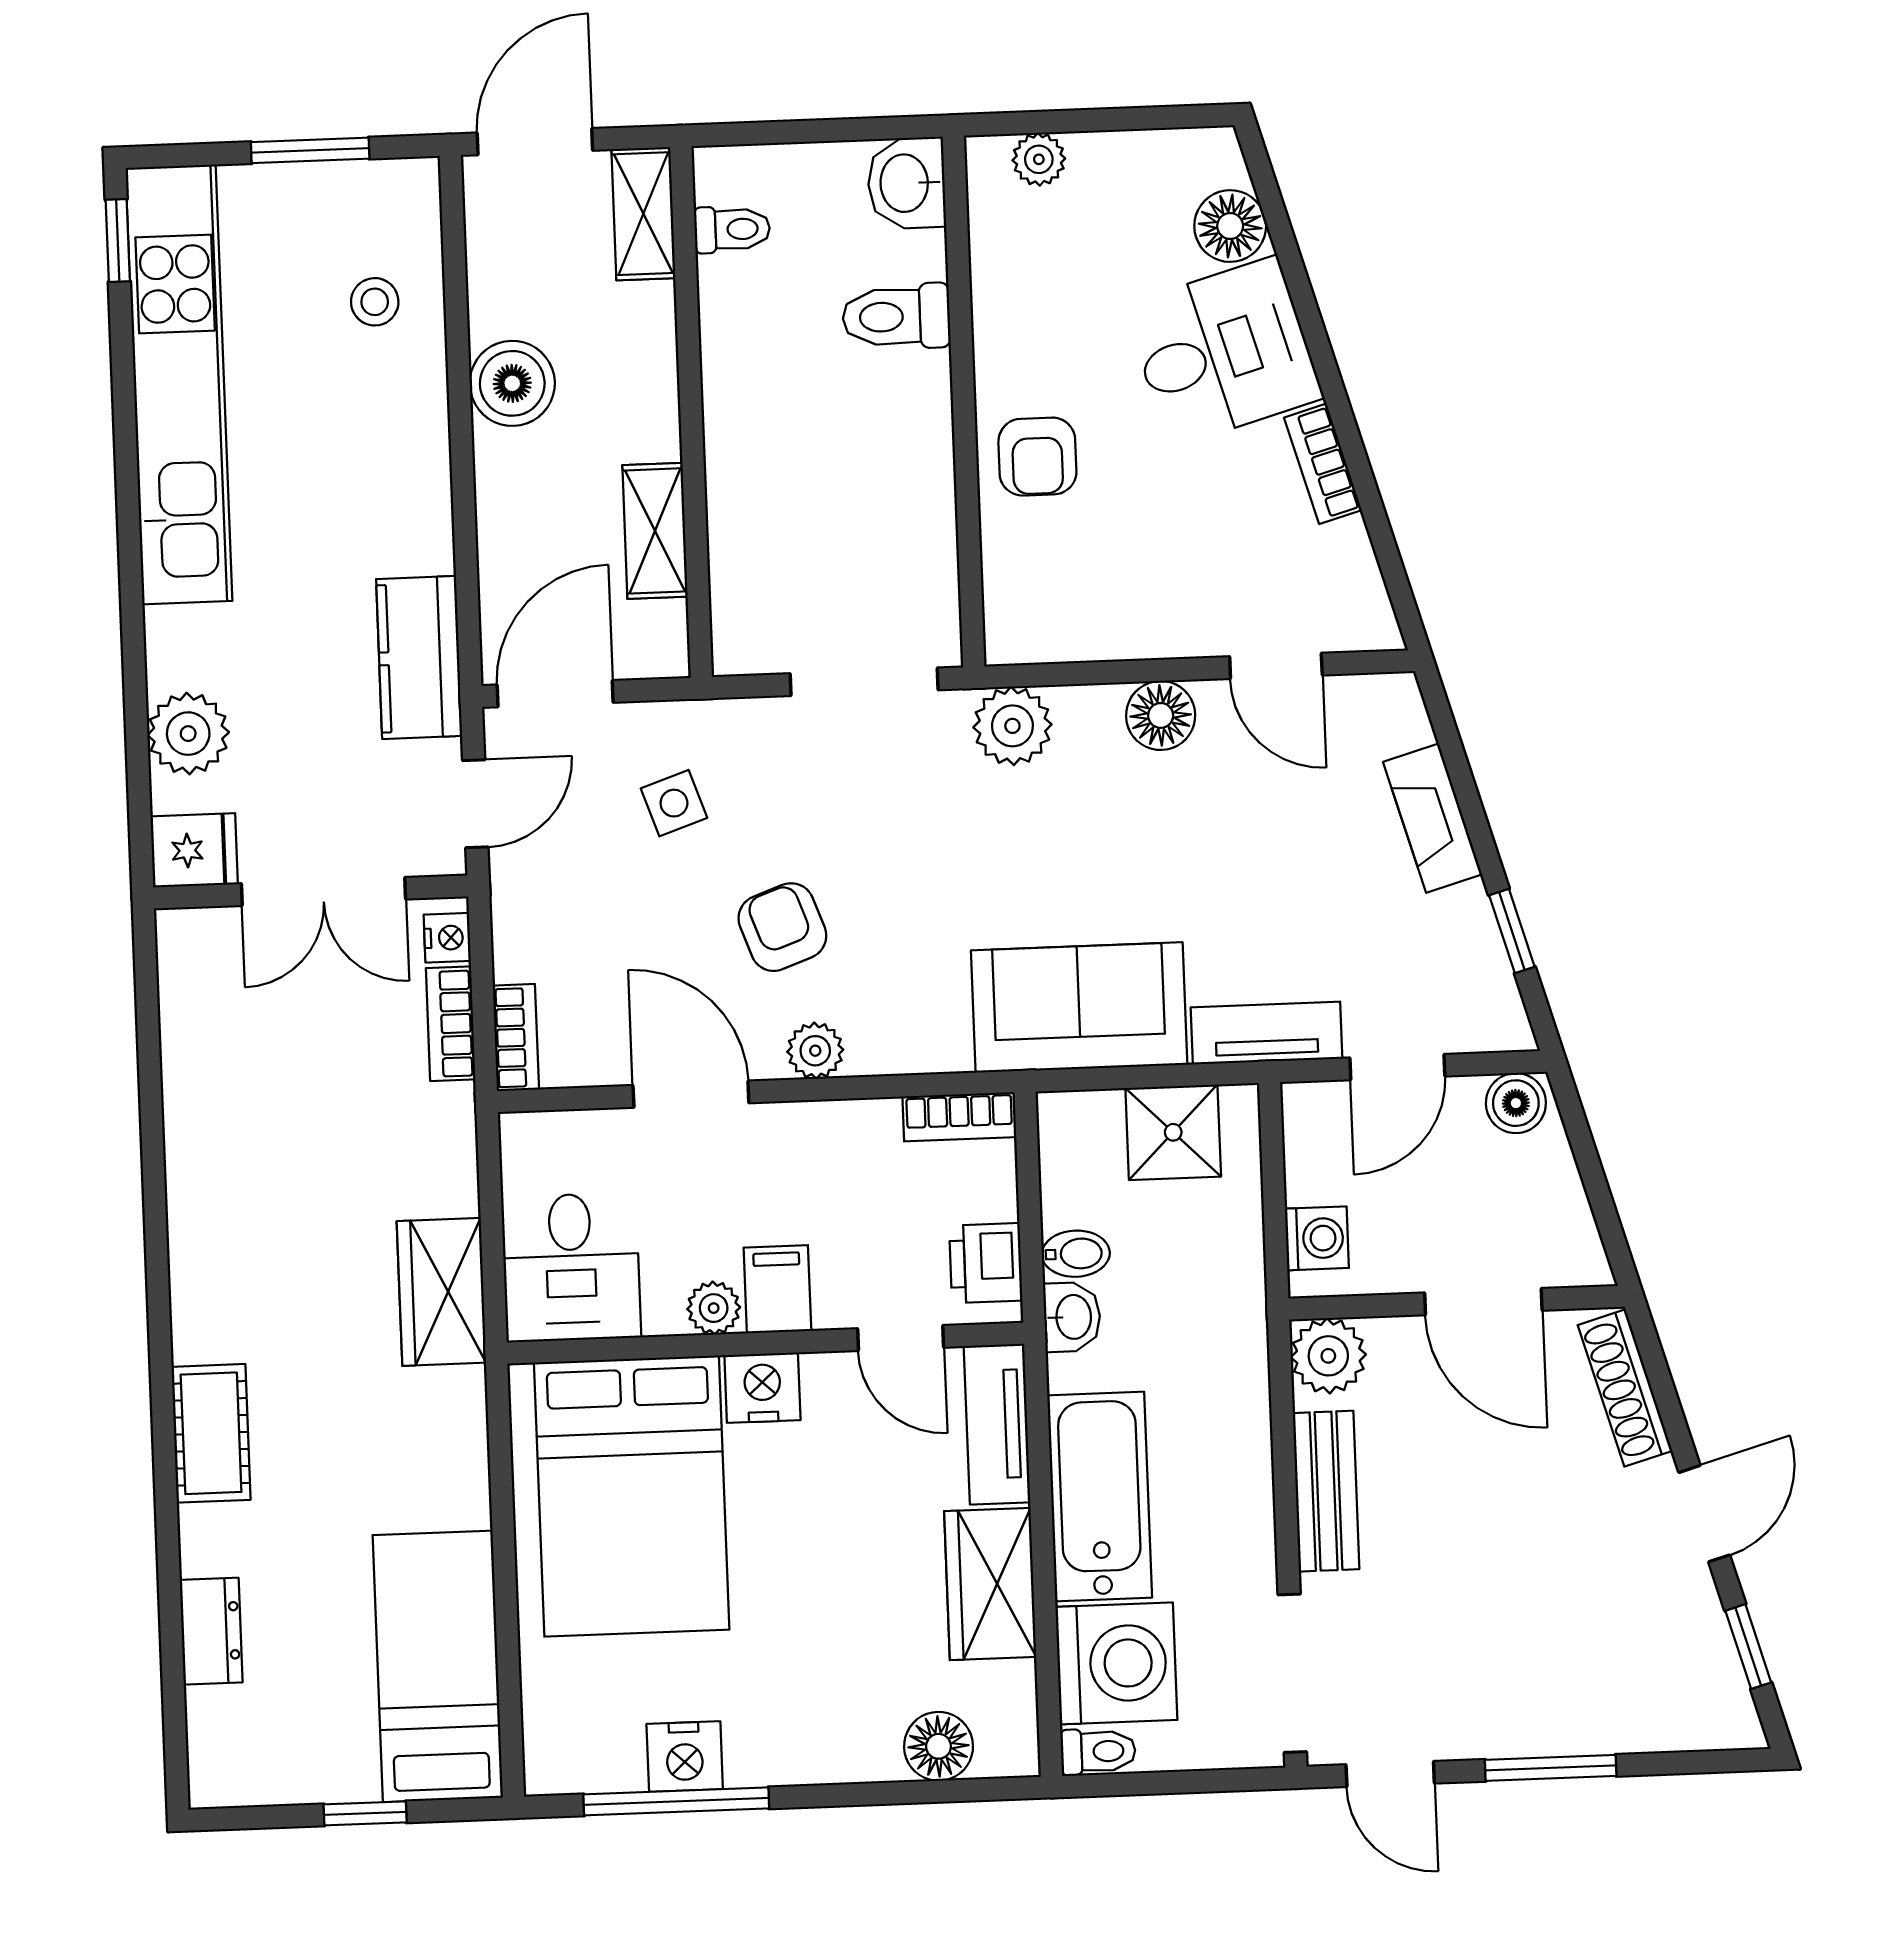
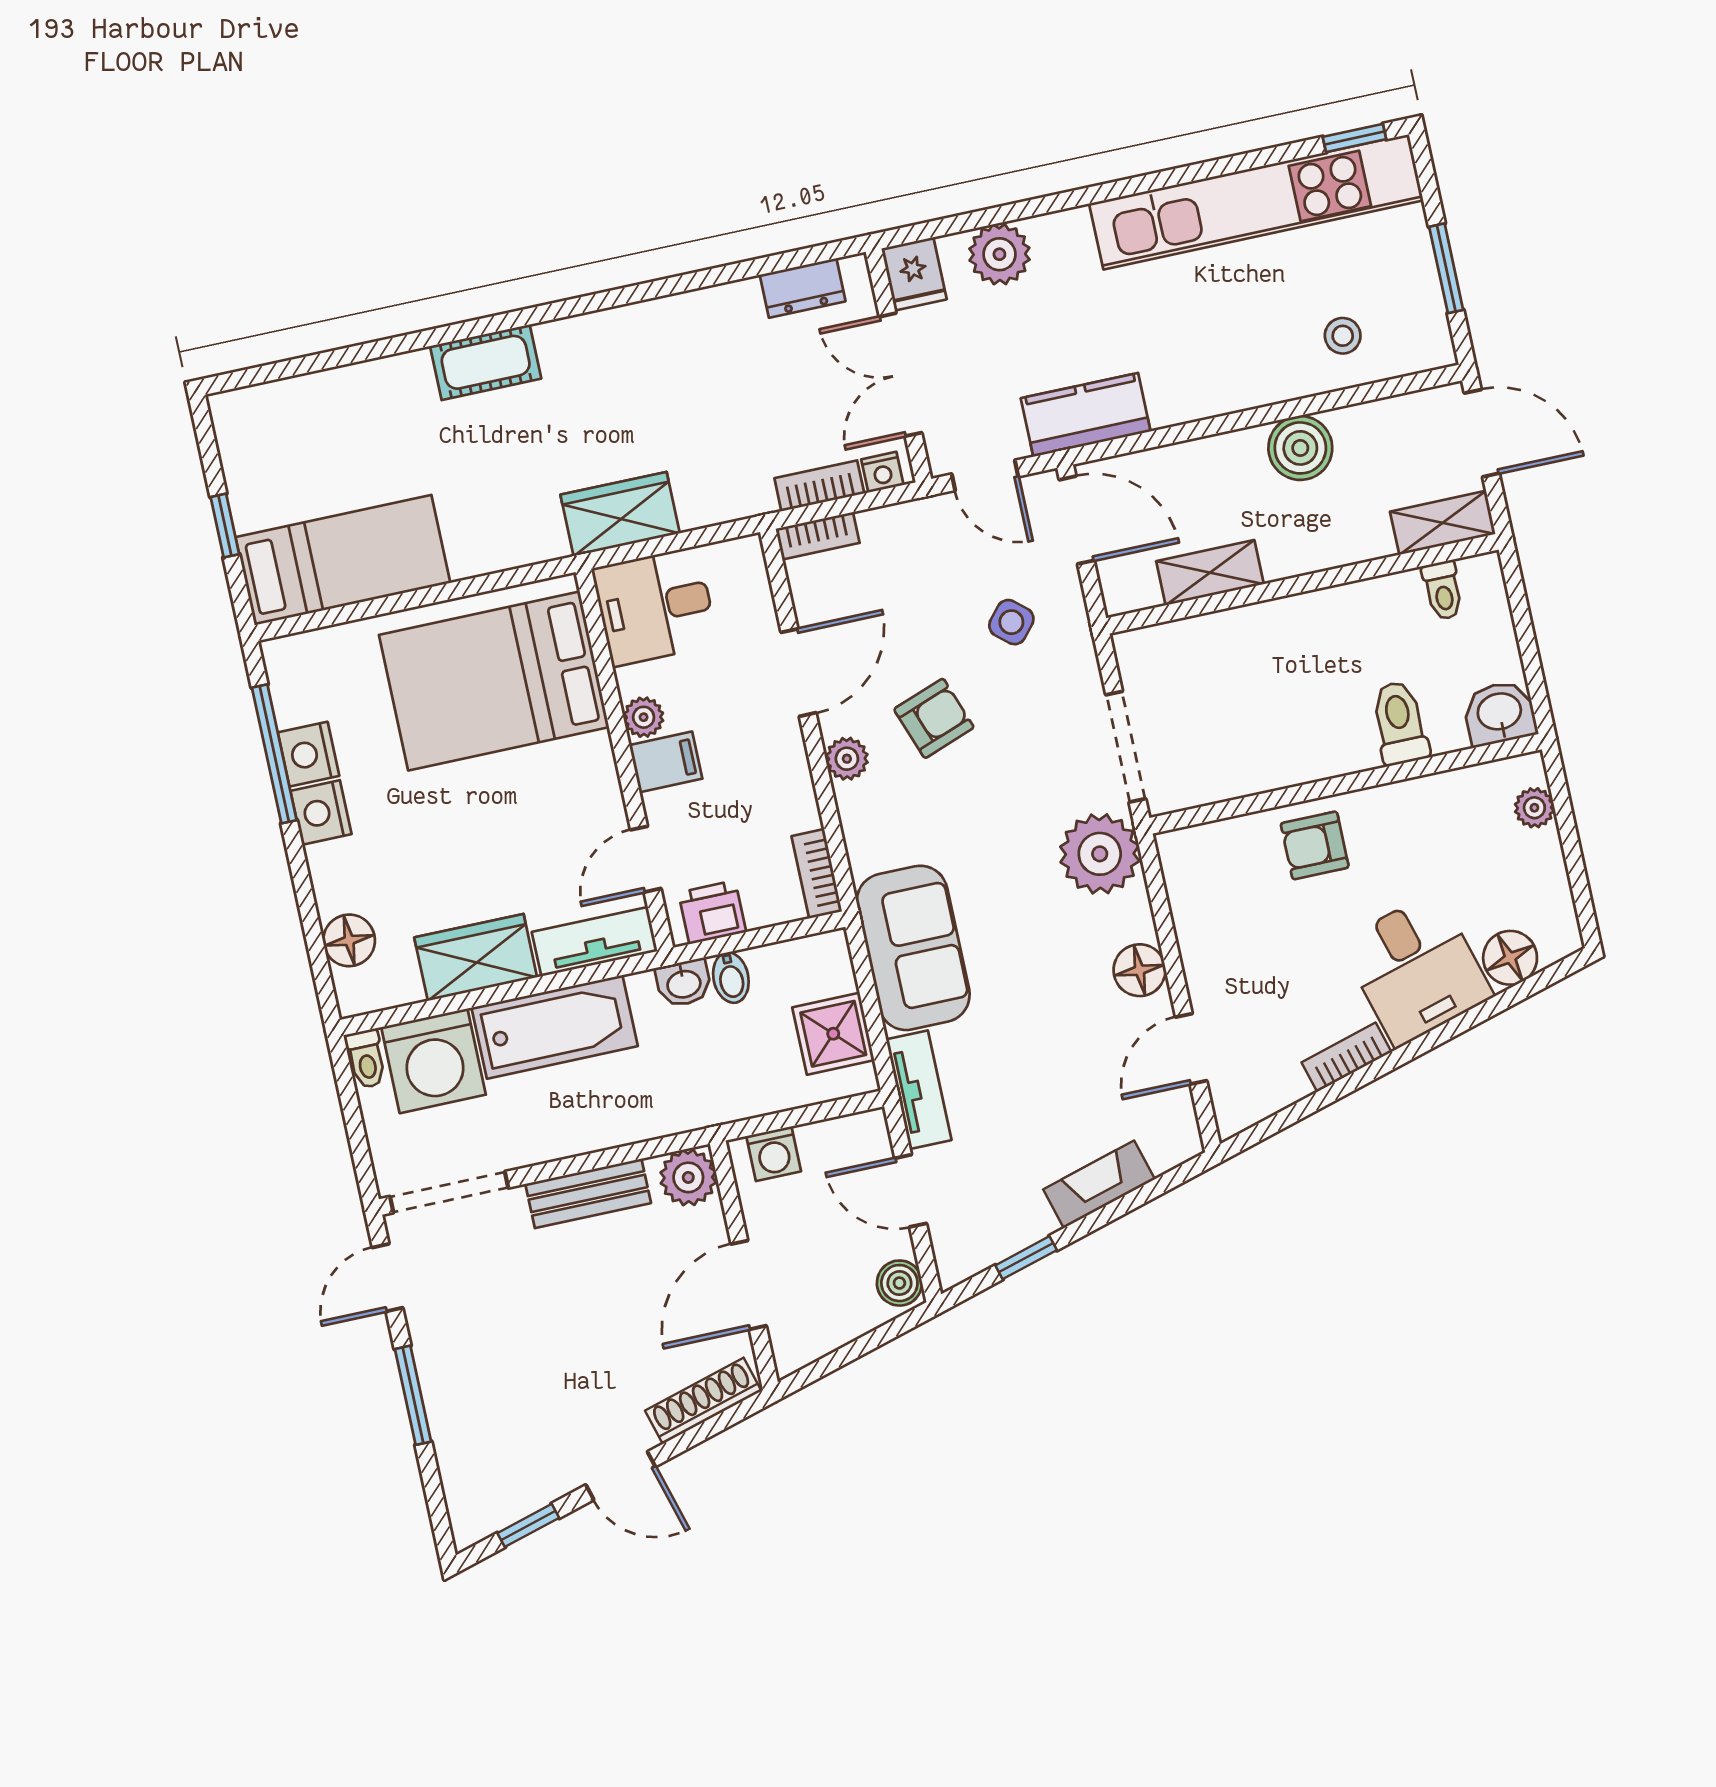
plant: (1012, 726) -> (1100, 854), width x1.36, depth x1.36
side table: (674, 803) -> (1011, 622), turned -31
nightstand: (762, 1388) -> (321, 812), moved, turned 180
dresser: (211, 1631) -> (803, 288), moved

